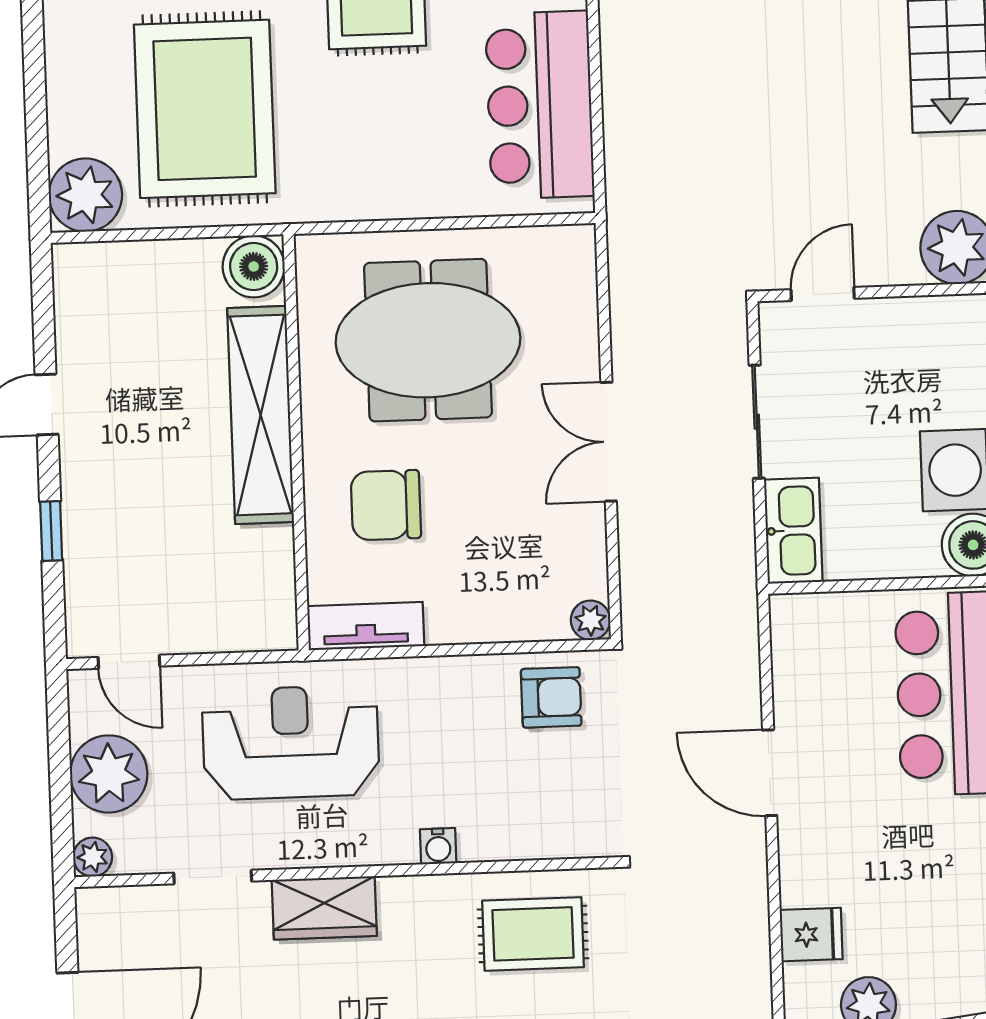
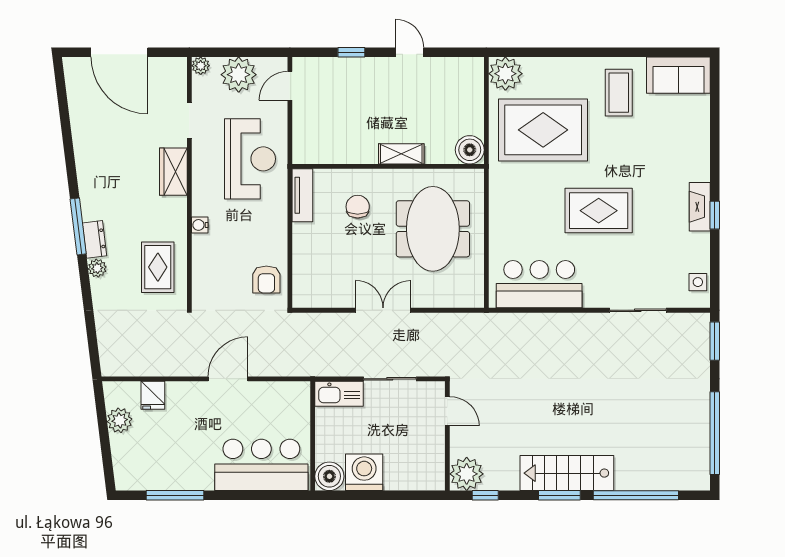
shelving: (261, 415) -> (401, 154), width x0.45, depth x0.75
chair: (386, 505) -> (358, 207), width x0.73, depth x0.73
plant: (591, 620) -> (301, 299), removed

